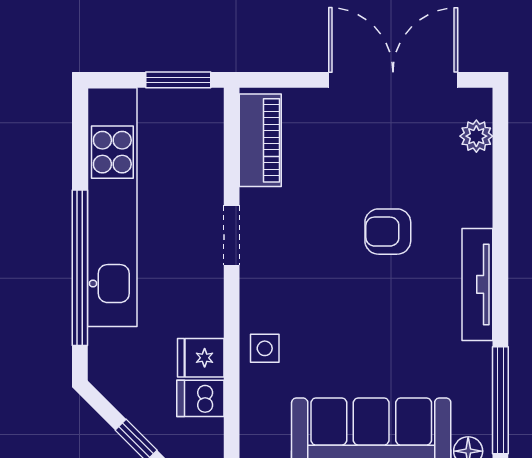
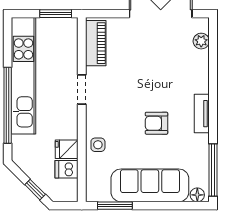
armchair: (388, 232) -> (156, 123), moved
tv unit: (477, 284) -> (202, 114), width x0.71

